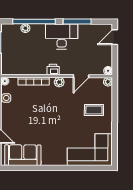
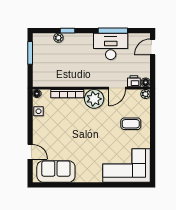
window: (34, 21) -> (67, 31), width x0.32
desk: (62, 36) -> (111, 46), moved
printer: (53, 70) -> (134, 81), moved
plant: (59, 82) -> (94, 99), width x1.88, depth x1.88

